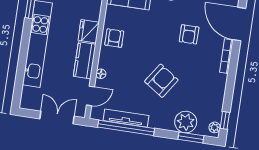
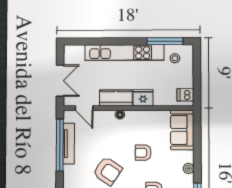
armchair: (114, 38) -> (143, 153), moved, turned 180
floor lamp: (101, 74) -> (120, 115), moved

